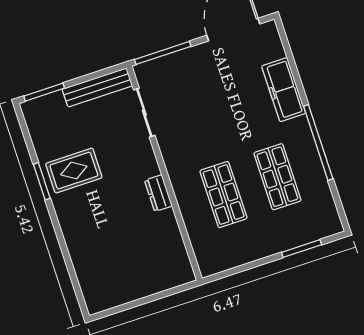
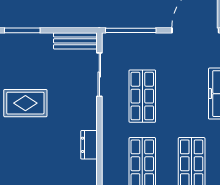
bench: (97, 87) -> (75, 41), width x0.73
shop shelf: (199, 121) -> (142, 96), added

